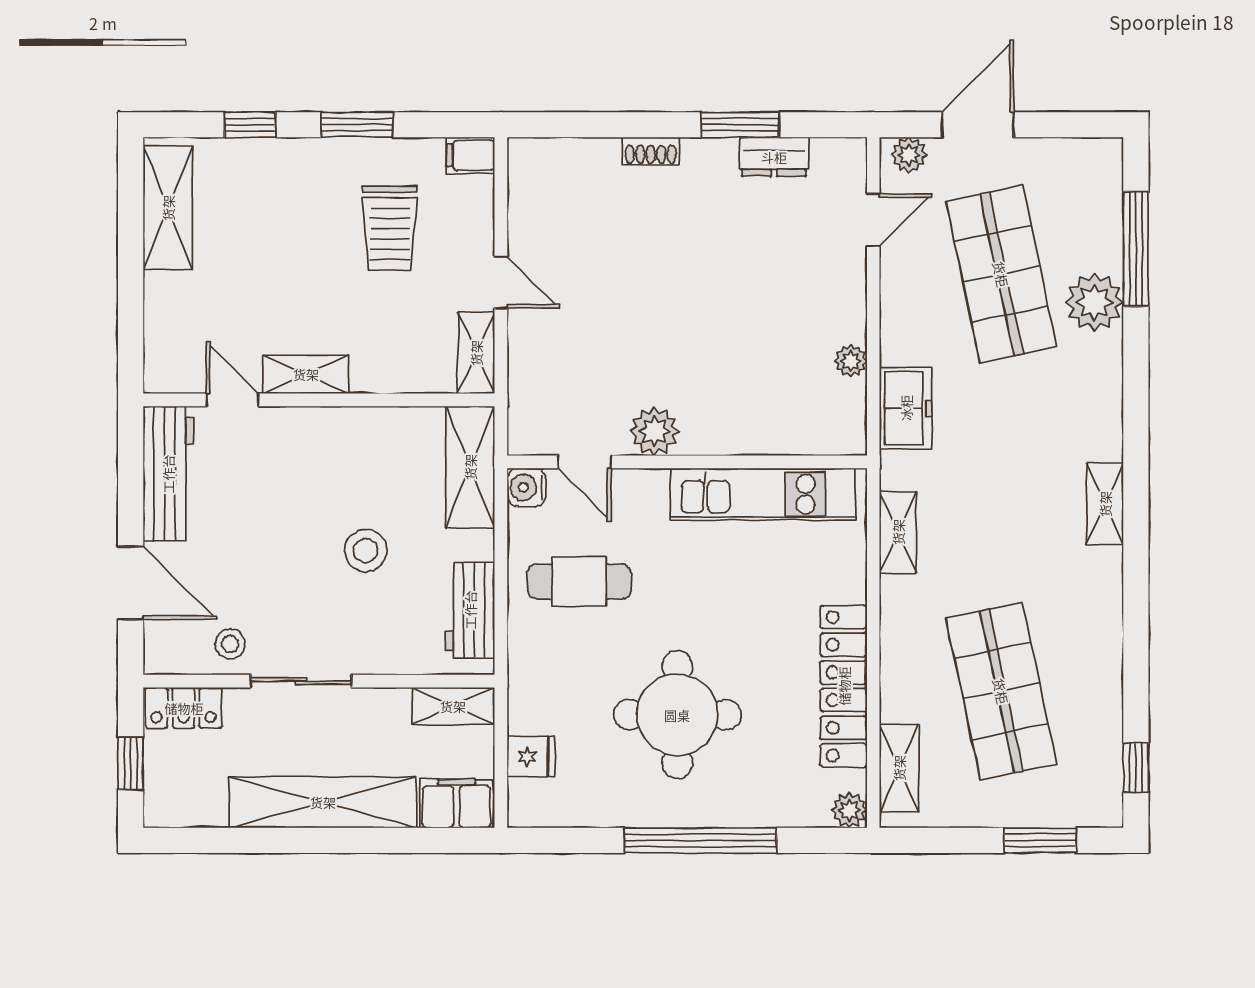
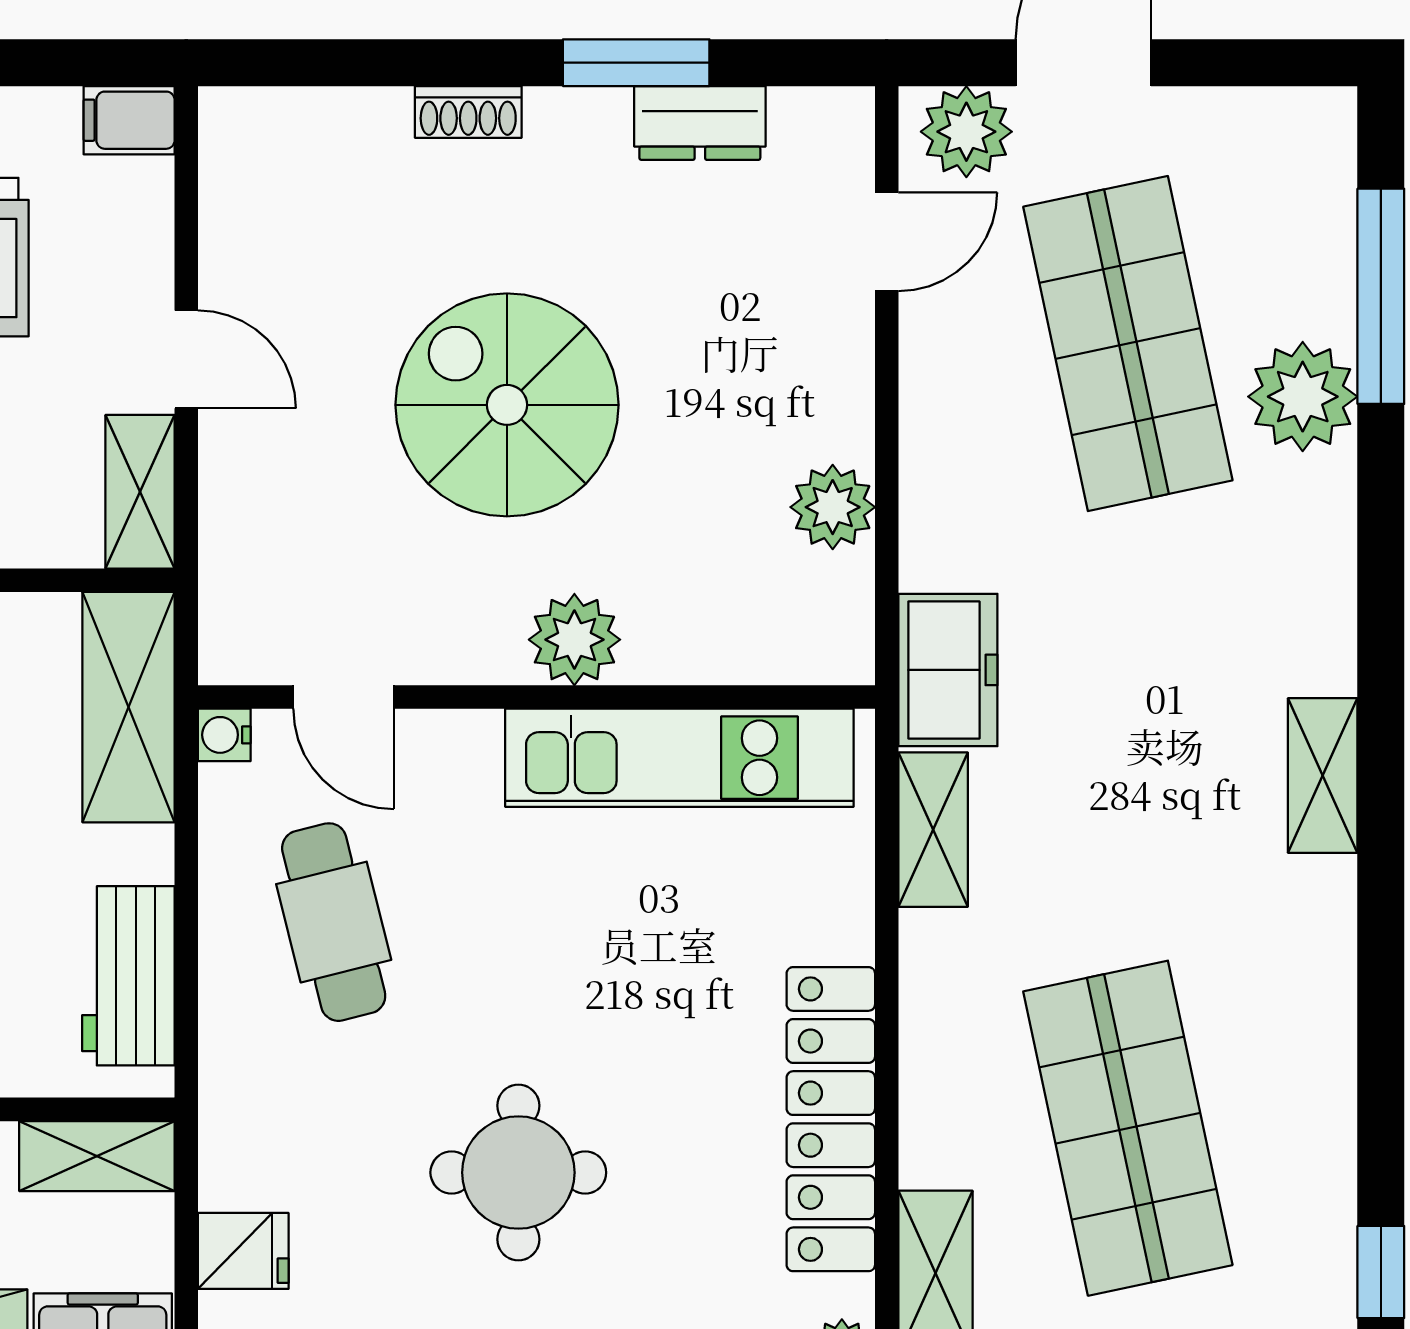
plant: (909, 155) -> (966, 132), width x1.38, depth x1.38
spiral stairs: (671, 307) -> (507, 405), added
plant: (851, 361) -> (833, 507), width x1.38, depth x1.38
freezer: (906, 408) -> (948, 670), moved
plant: (654, 431) -> (574, 640), moved
water cooler: (526, 487) -> (224, 735), width x0.72, depth x0.72
cafe table: (579, 582) -> (334, 922), turned 76
round table: (677, 715) -> (518, 1173), width x0.73, depth x0.73

